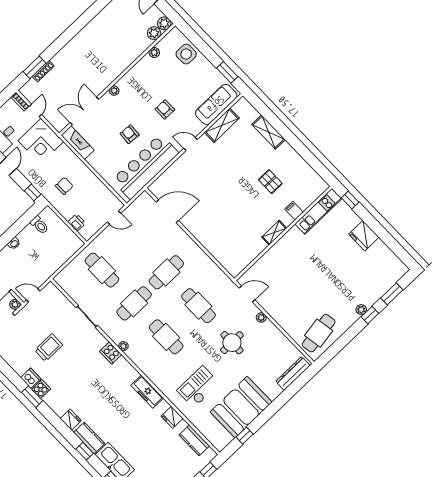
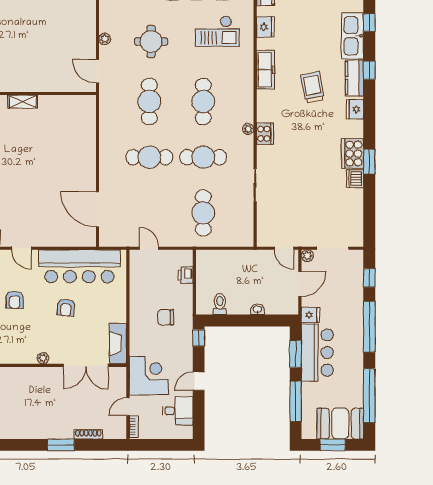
window: (34, 67) -> (61, 445), moved
trolley: (49, 348) -> (312, 87), moved, turned 79
cooker: (41, 389) -> (352, 154), width x1.87, depth x1.31

